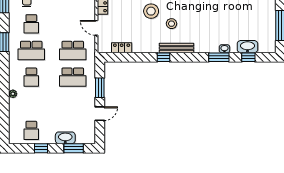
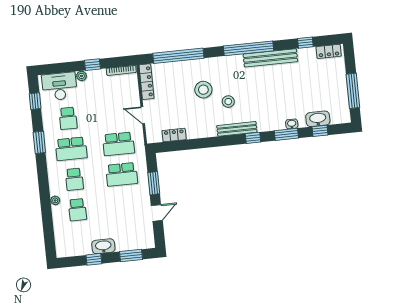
window: (164, 57) -> (253, 138), moved
school desk: (31, 130) -> (77, 210), moved
washbasin: (65, 138) -> (103, 246), moved

